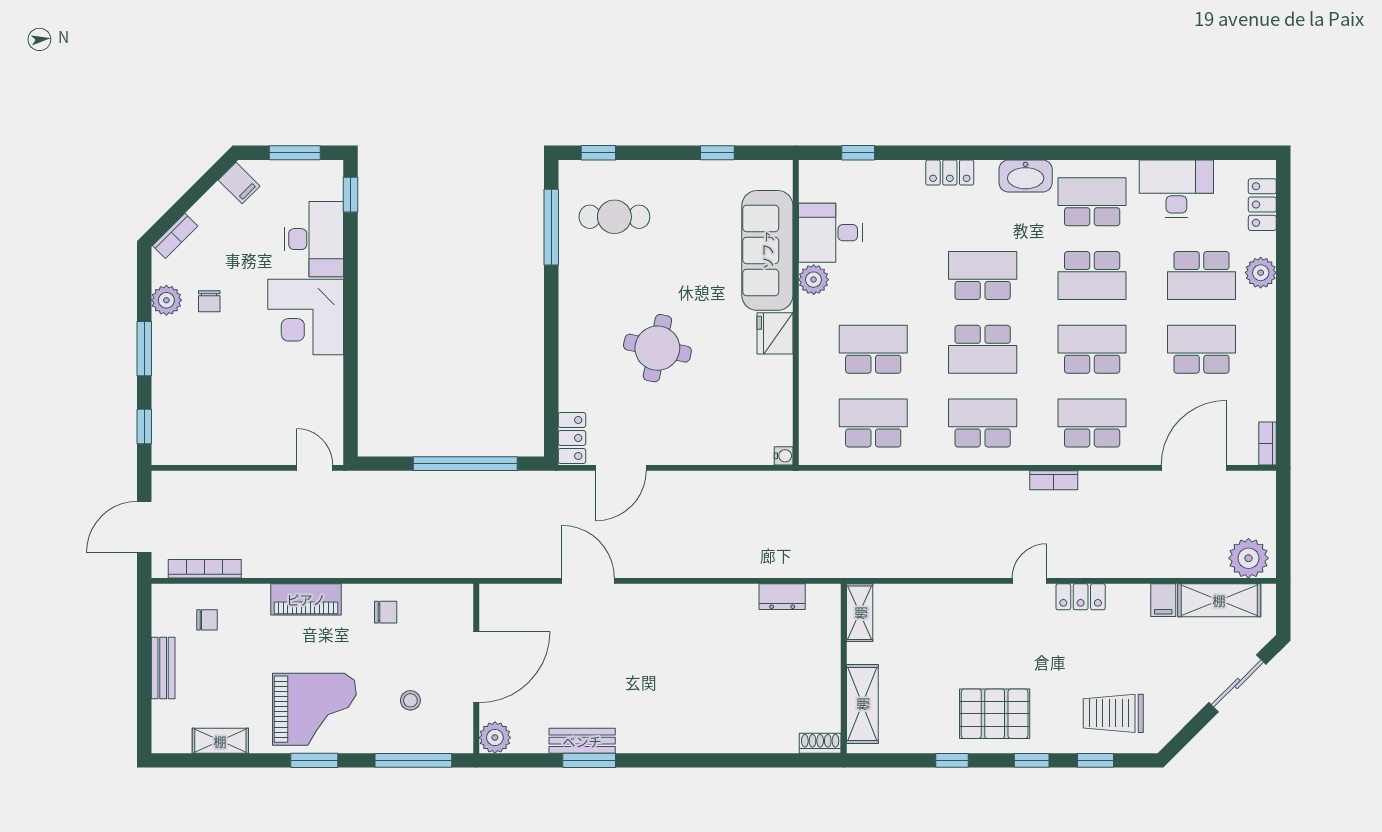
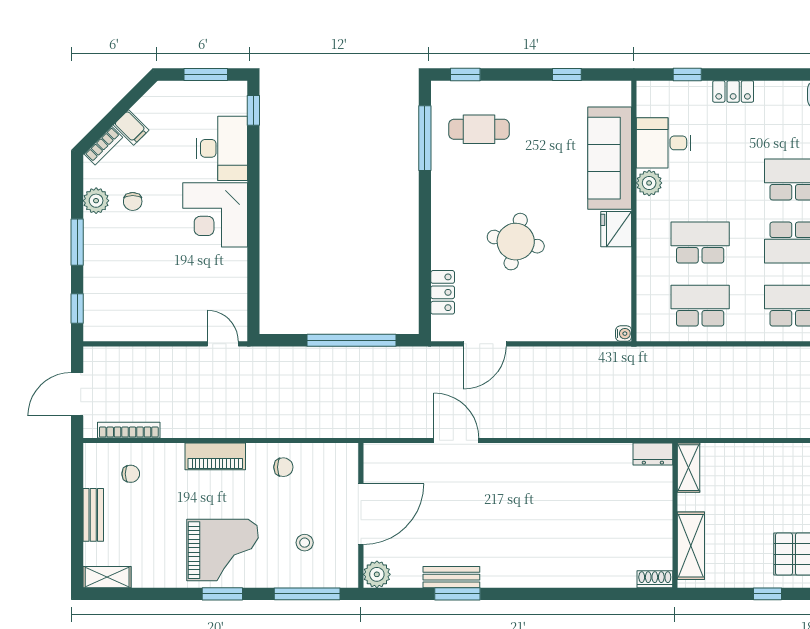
locker: (950, 172) -> (733, 91), moved
filing cabinet: (239, 183) -> (131, 127), moved
locker: (572, 438) -> (443, 292), moved
dresser: (782, 597) -> (653, 454), moved
shelving: (220, 741) -> (107, 577), moved

